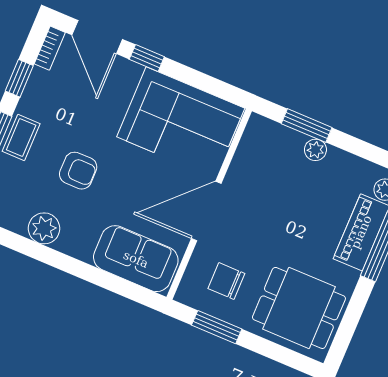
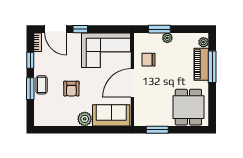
armchair: (78, 171) -> (71, 89), turned 90
plant: (44, 228) -> (85, 119), moved
chair: (226, 281) -> (148, 60), moved
dining table: (299, 308) -> (188, 107), turned 90

